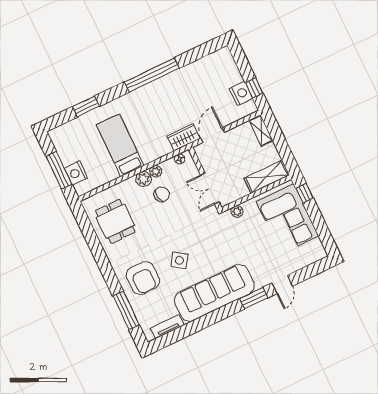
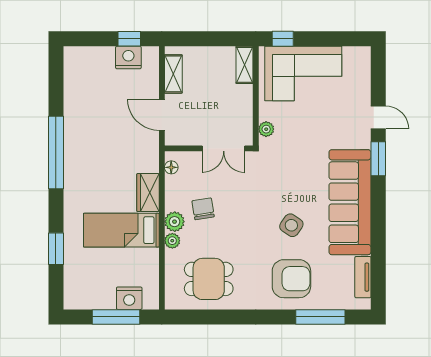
shelving: (261, 131) -> (173, 74), moved, turned 90
wardrobe: (183, 138) -> (148, 193), moved
plant: (156, 171) -> (172, 241), moved
shelving: (267, 177) -> (245, 65), width x0.67, depth x0.75

